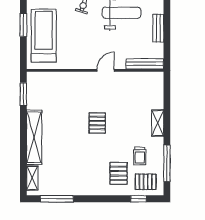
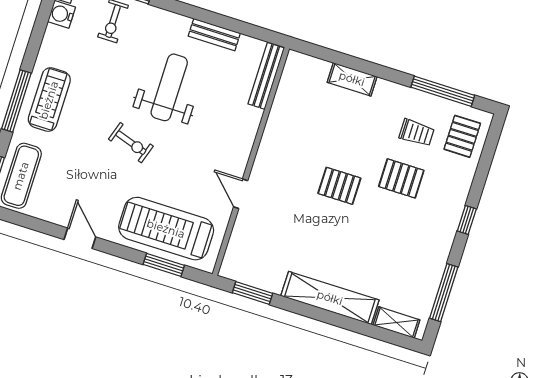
window: (23, 25) -> (164, 265), moved
door: (106, 70) -> (241, 194), moved
shelving: (158, 123) -> (352, 79), moved
pallet: (119, 173) -> (401, 178), moved
window: (138, 199) -> (467, 220), moved

